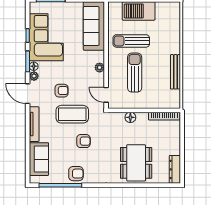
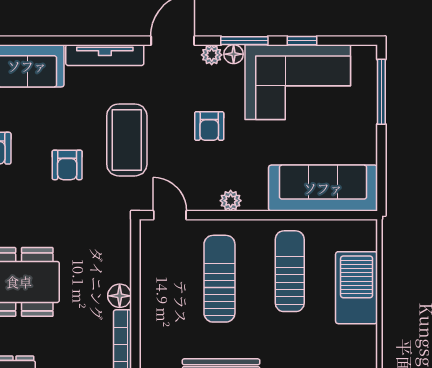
sun lounger: (135, 73) -> (219, 279), turned -90
armchair: (62, 91) -> (209, 126), moved
door: (106, 95) -> (170, 215), hinge flipped
floor lamp: (130, 117) -> (120, 296), moved

